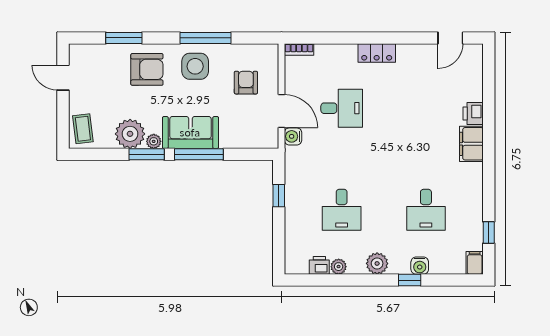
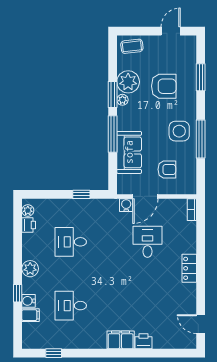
armchair: (147, 69) -> (164, 86), moved, turned -90
desk: (342, 108) -> (147, 242), turned 180
sofa: (190, 132) -> (129, 152), moved
filing cabinet: (475, 263) -> (31, 315), moved
plant: (339, 267) -> (28, 211), moved

